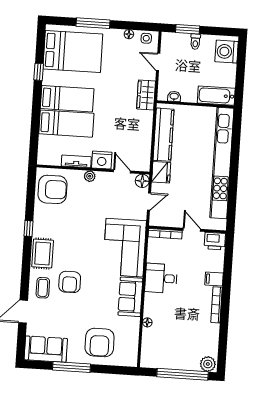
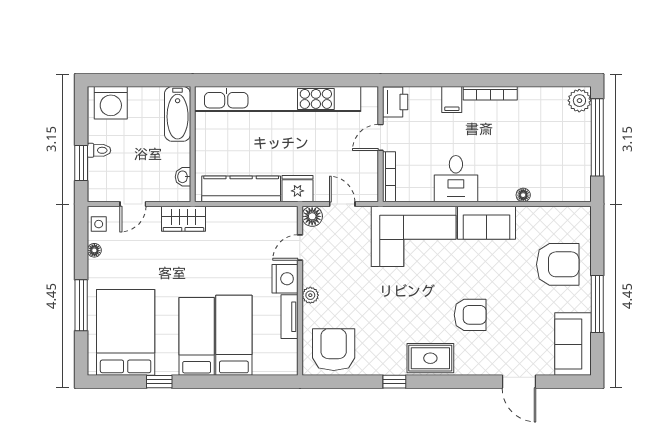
coffee table: (43, 288) -> (482, 354), removed

